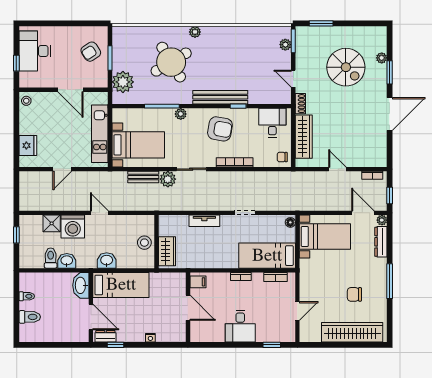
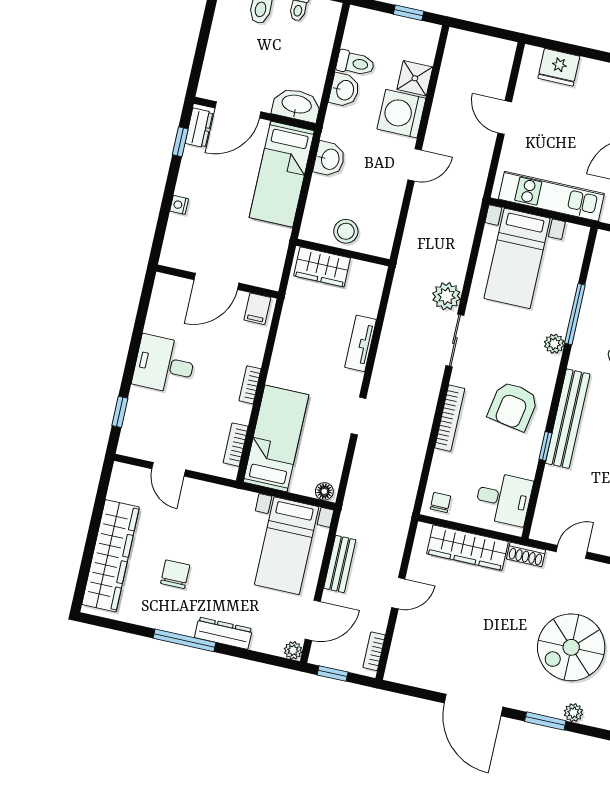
bench: (143, 177) -> (340, 564), moved
dresser: (381, 242) -> (223, 633), moved

